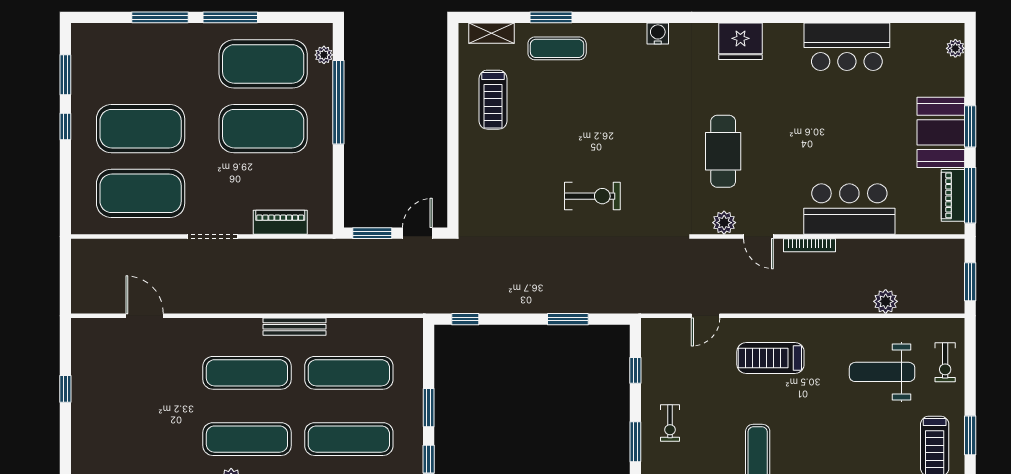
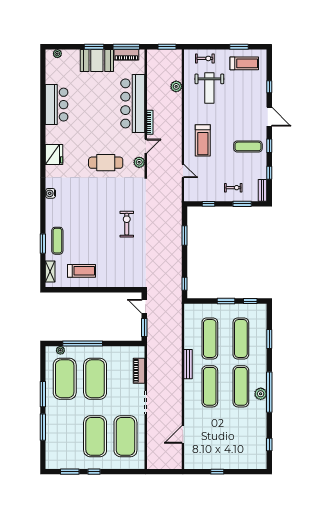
bar counter: (849, 209) -> (133, 103), width x1.36

